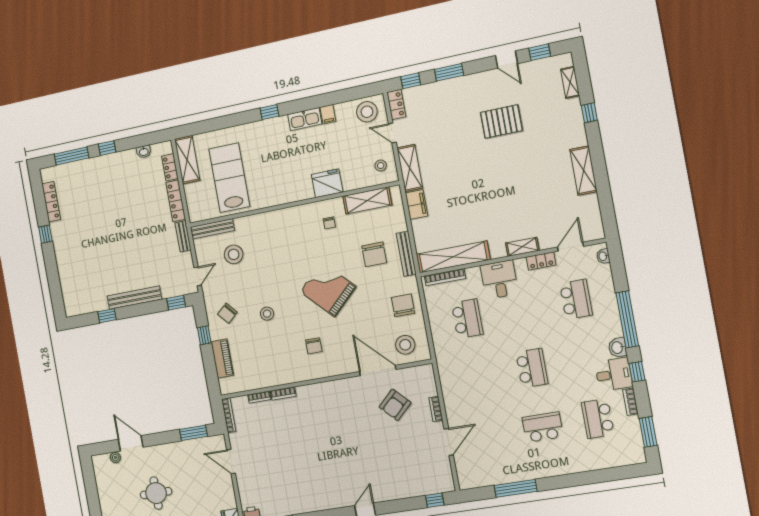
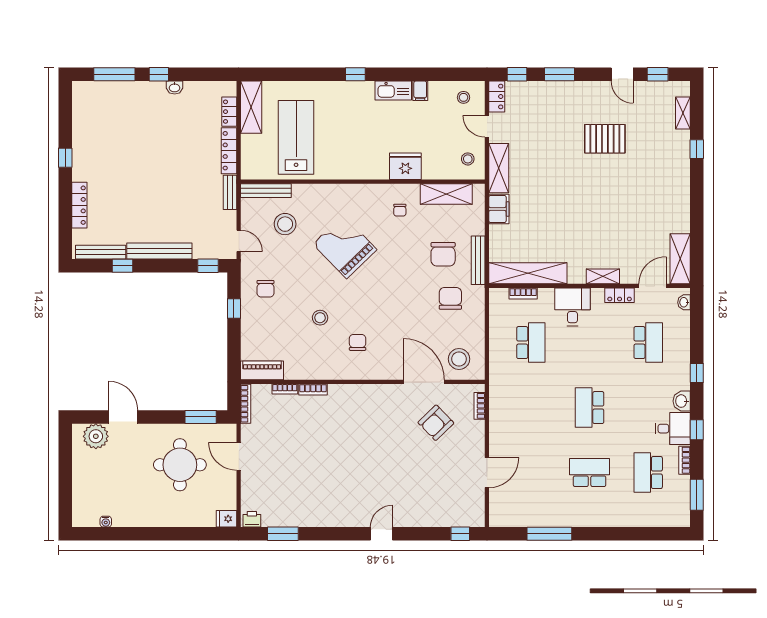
stool: (367, 112) -> (464, 97), width x0.53, depth x0.53
washbasin: (144, 152) -> (175, 88), moved
shelving: (584, 171) -> (680, 259), moved
locker: (51, 202) -> (79, 205), moved
door: (198, 276) -> (239, 241), hinge flipped
bookcase: (445, 277) -> (523, 293), width x0.64
grand piano: (328, 289) -> (345, 247), moved
chair: (403, 305) -> (450, 298), moved
bench: (88, 308) -> (101, 252), added
chair: (227, 313) -> (266, 289), turned -49
stool: (267, 314) -> (320, 318), moved
window: (627, 319) -> (697, 373), width x0.32
chair: (314, 346) -> (358, 342), turned 180
piano: (222, 358) -> (262, 370), moved, turned -90
school desk: (532, 368) -> (590, 408), turned 180
bookcase: (436, 409) -> (480, 406), moved
plant: (115, 457) -> (96, 436), width x1.88, depth x1.88
round table: (156, 493) -> (180, 465), moved, width x1.36, depth x1.36

